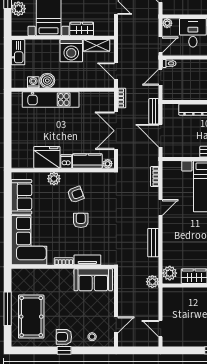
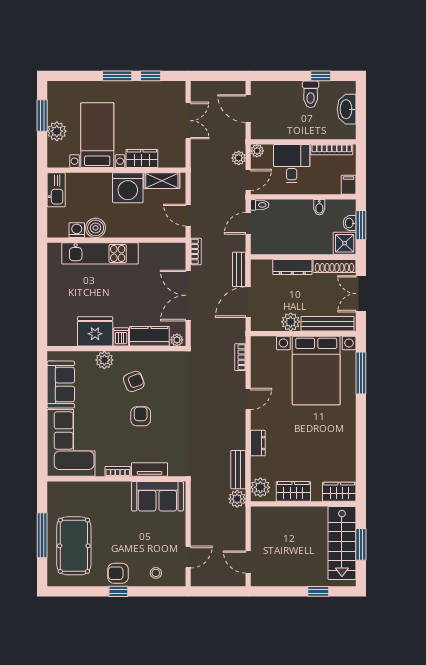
plant: (154, 29) -> (239, 158), added
door: (161, 136) -> (248, 302), hinge flipped
plant: (192, 150) -> (291, 322), added
dresser: (168, 240) -> (258, 443), added
bench: (153, 243) -> (238, 470), moved

